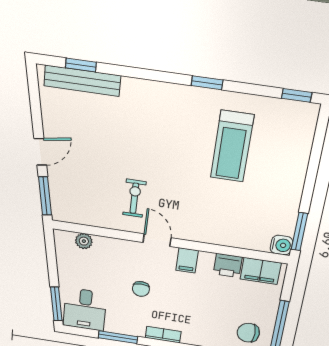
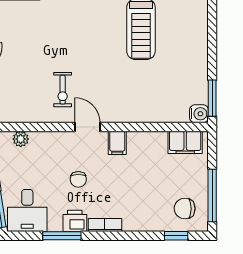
exercise bike: (134, 198) -> (63, 90), turned 180
printer: (228, 266) -> (75, 221), moved, turned 180

